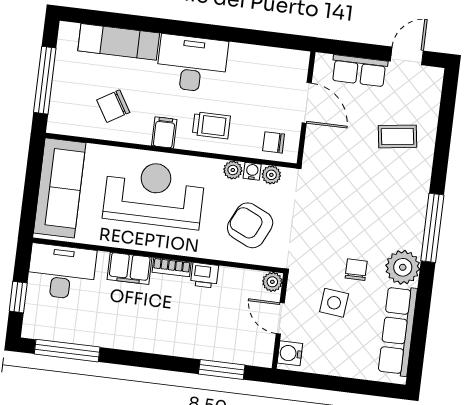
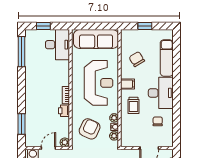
window: (45, 80) -> (145, 26), width x0.46
chair: (274, 142) -> (158, 121), moved
filing cabinet: (129, 268) -> (63, 76), removed

